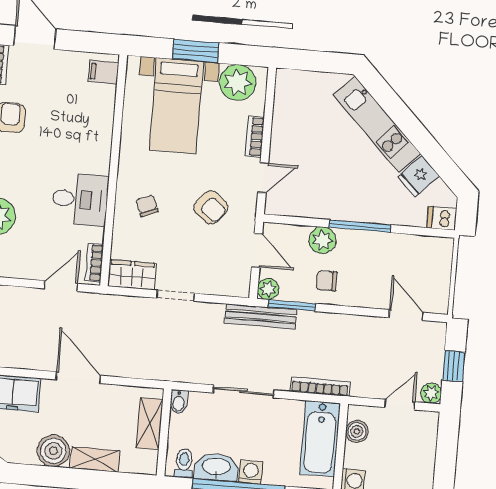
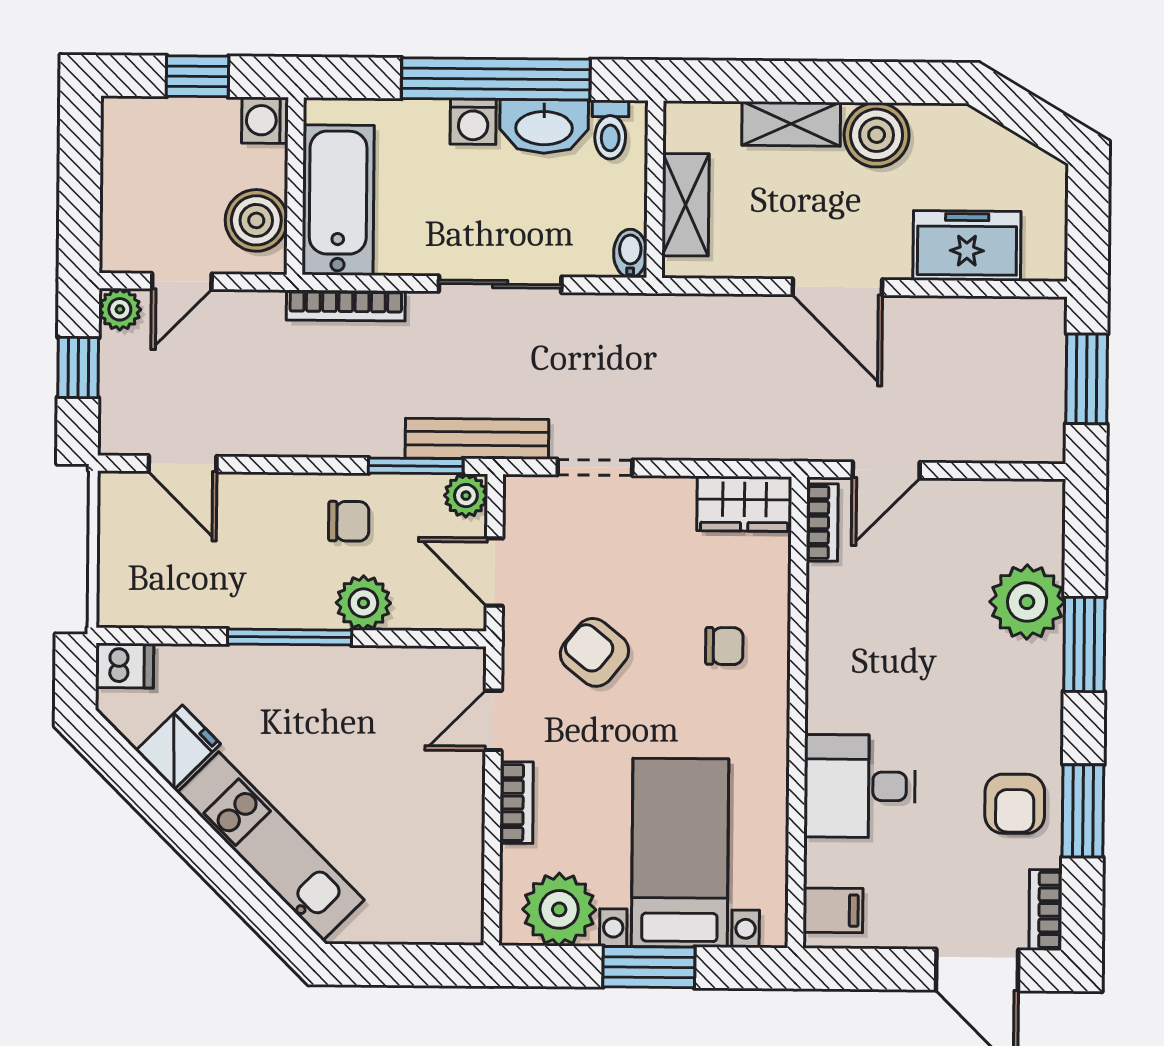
desk: (80, 199) -> (860, 786), moved
chair: (147, 206) -> (724, 646), turned -68
doorway: (176, 296) -> (595, 467), moved
boiler: (357, 431) -> (256, 220), width x1.36, depth x1.36

